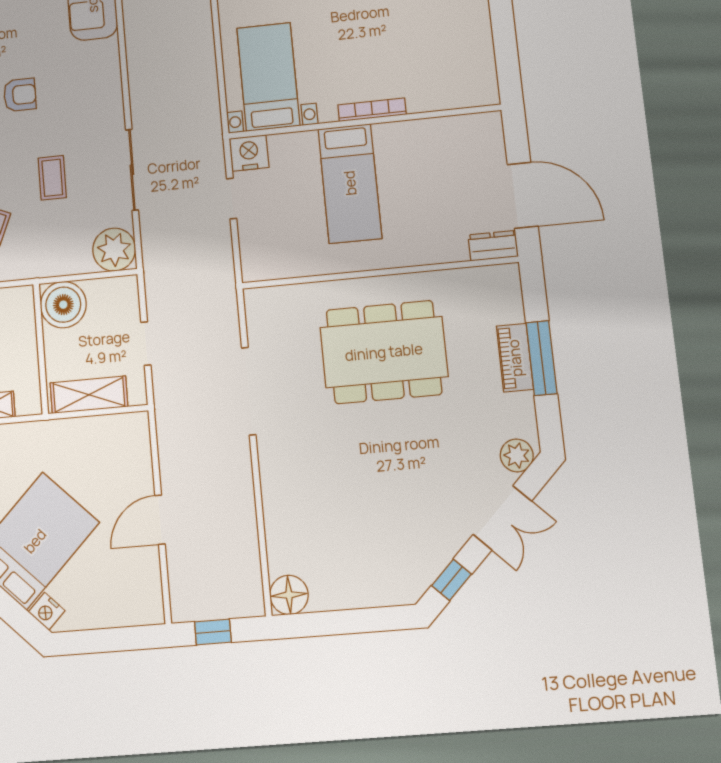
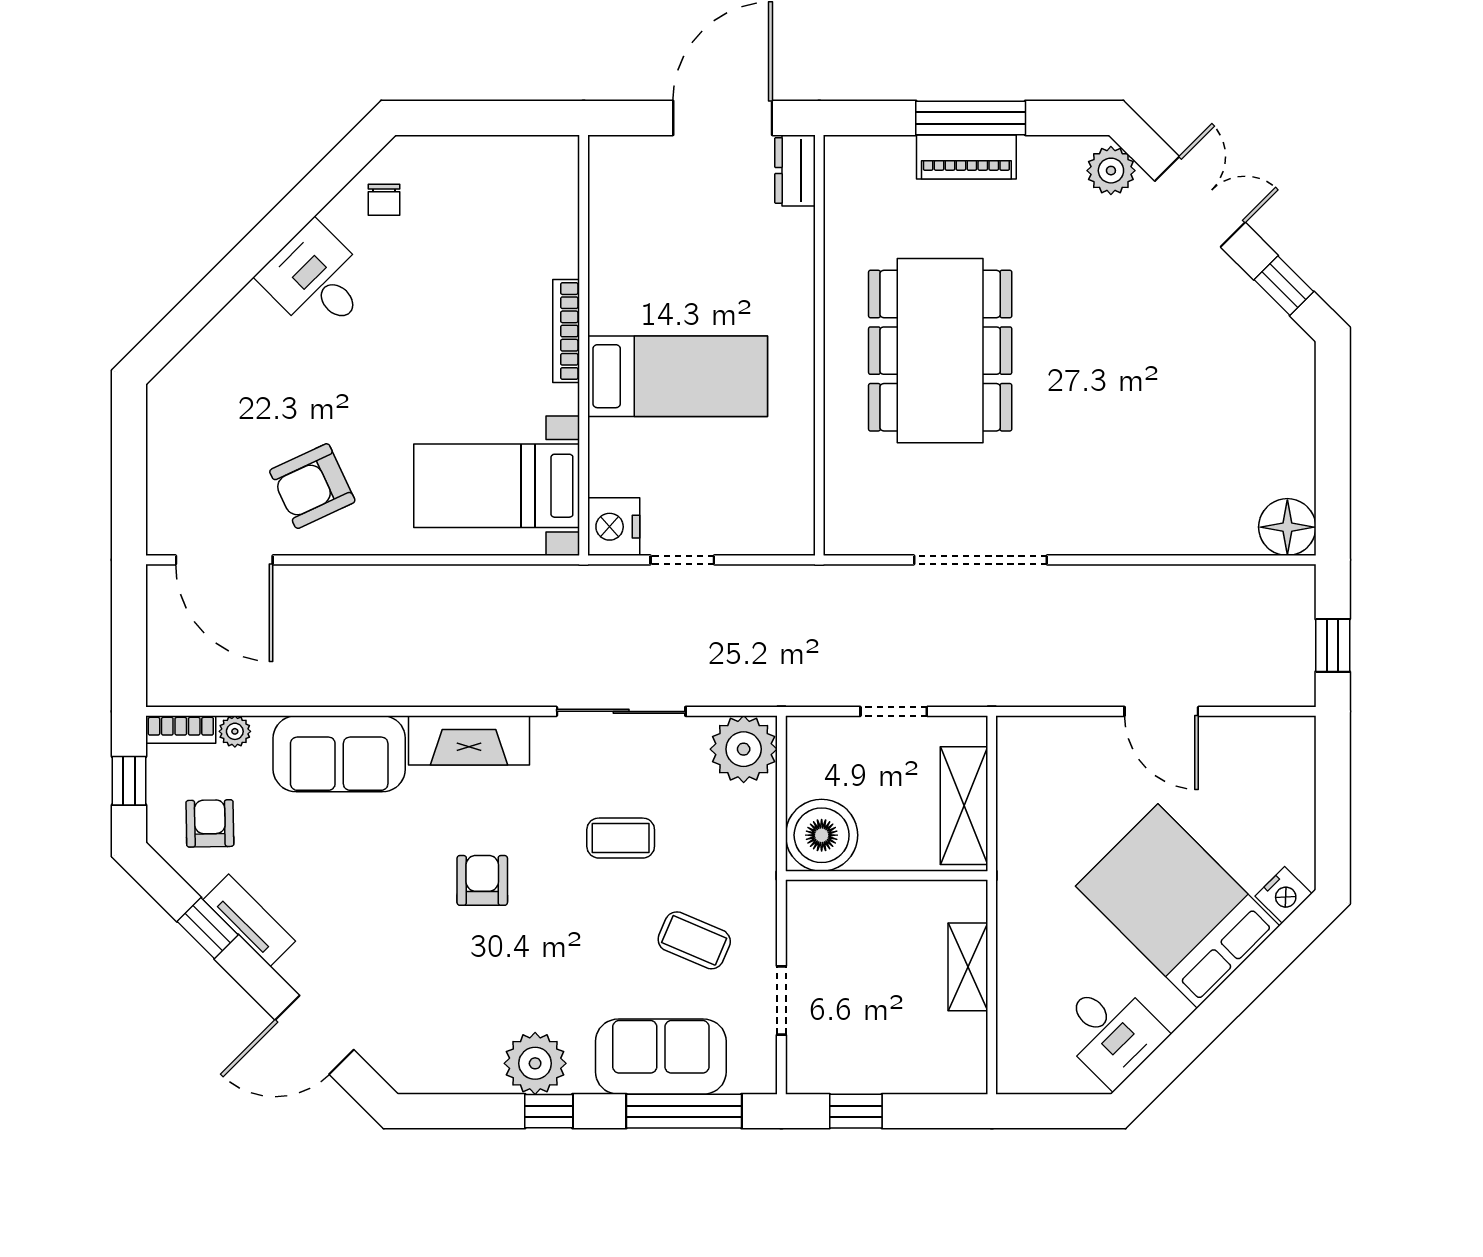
fireplace: (106, 77) -> (469, 740), added

